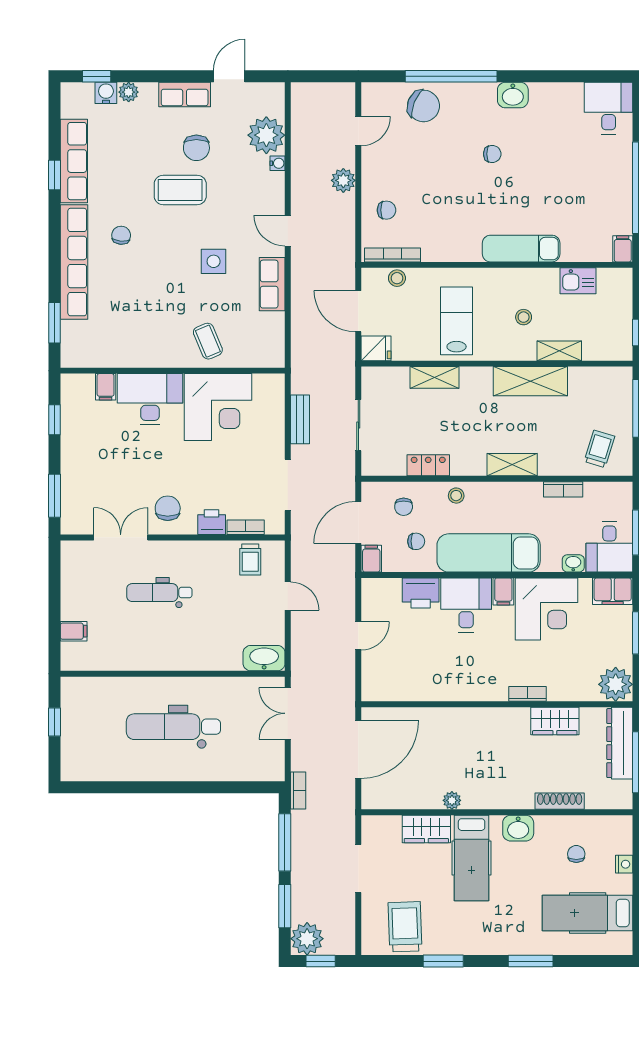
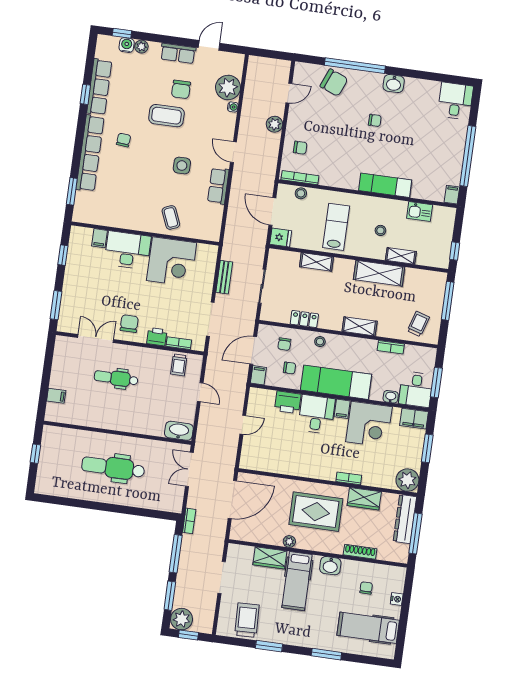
rug: (485, 750) -> (316, 512), added

